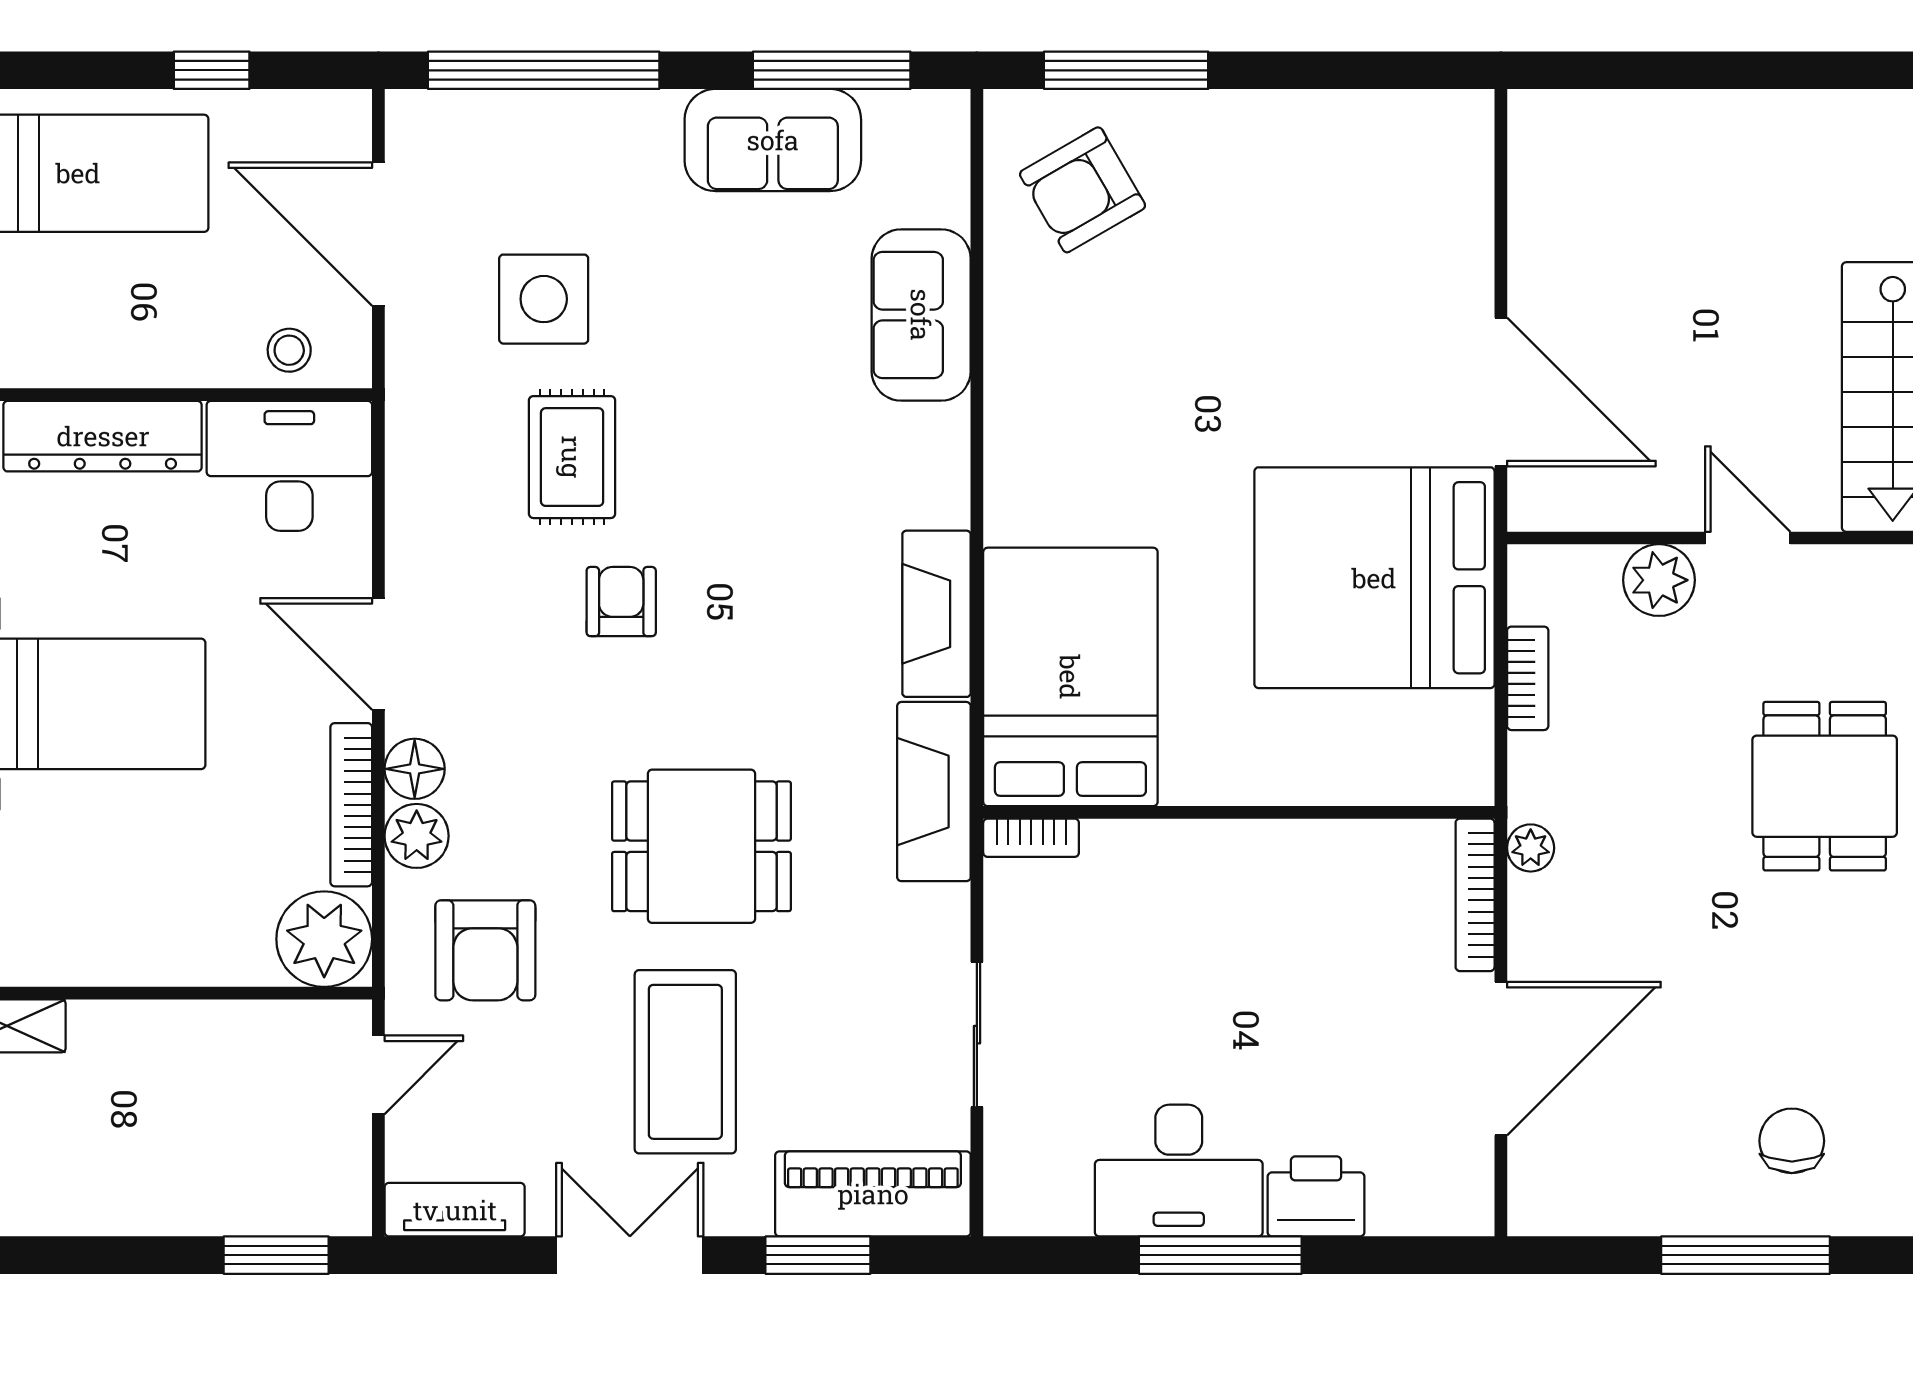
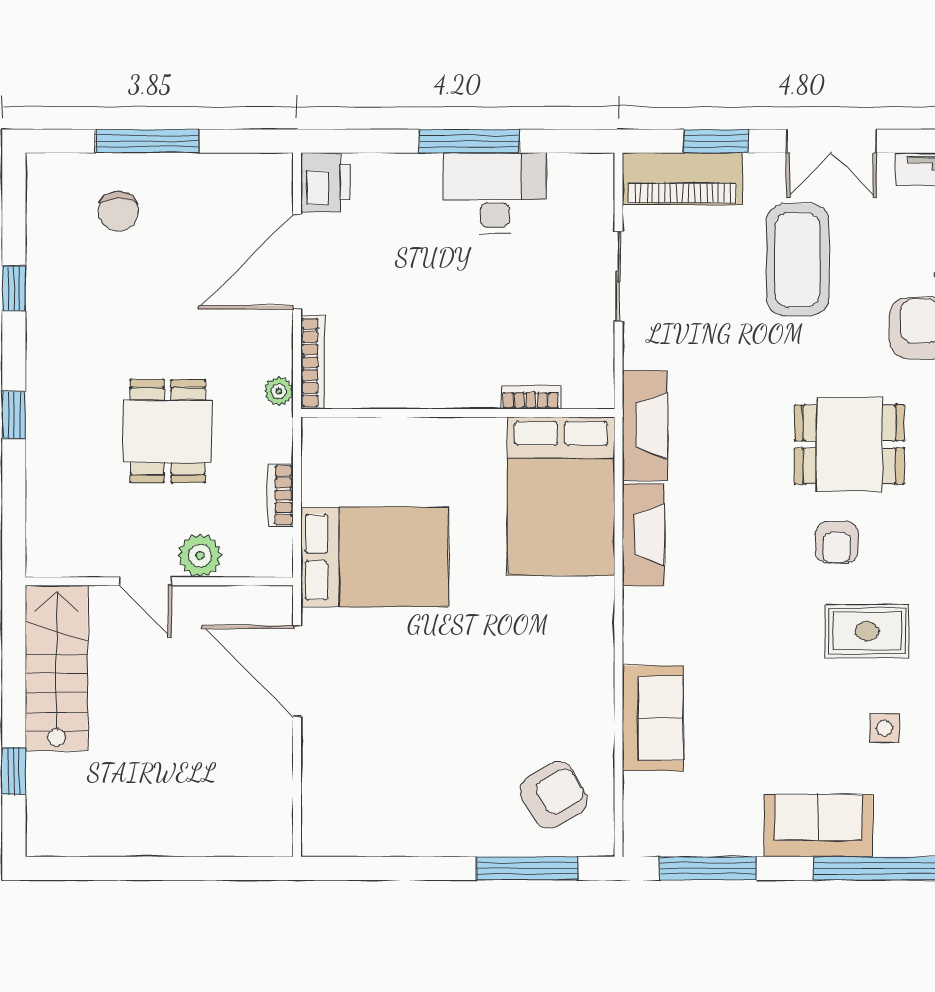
sofa: (773, 140) -> (818, 826), moved
side table: (544, 299) -> (884, 728), width x0.54, depth x0.54
rug: (572, 457) -> (867, 631), turned 90
bed: (1374, 578) -> (375, 557), width x0.73
dining table: (1825, 786) -> (168, 431), moved
bookcase: (1031, 838) -> (531, 397), moved
dining table: (701, 846) -> (849, 444), moved
printer: (1316, 1196) -> (325, 182), moved, turned -90

